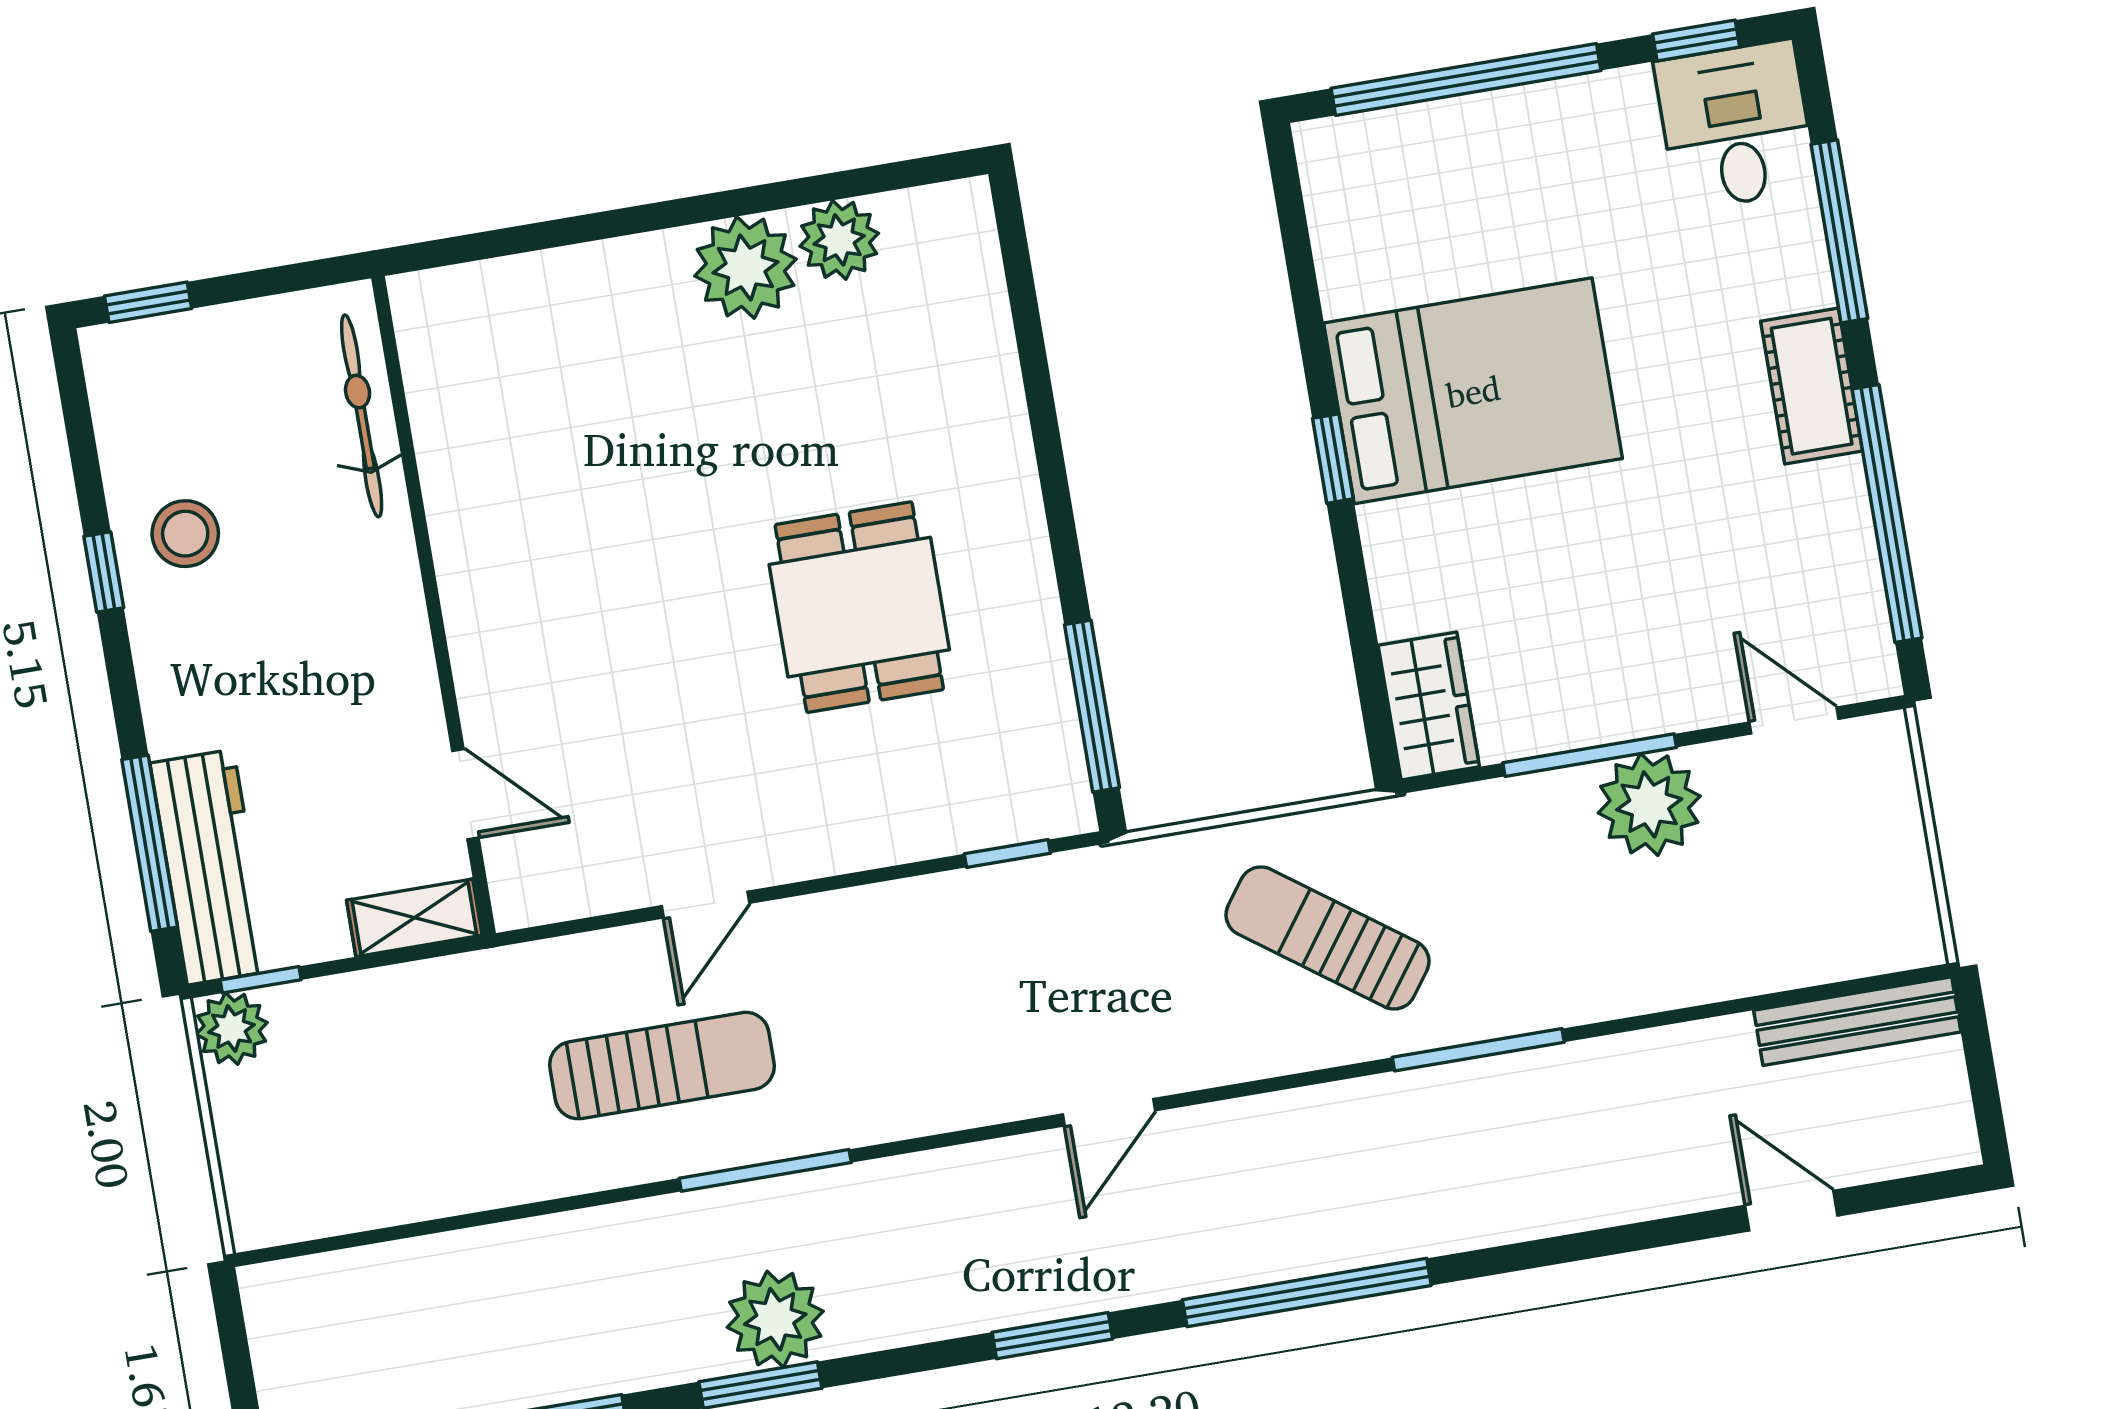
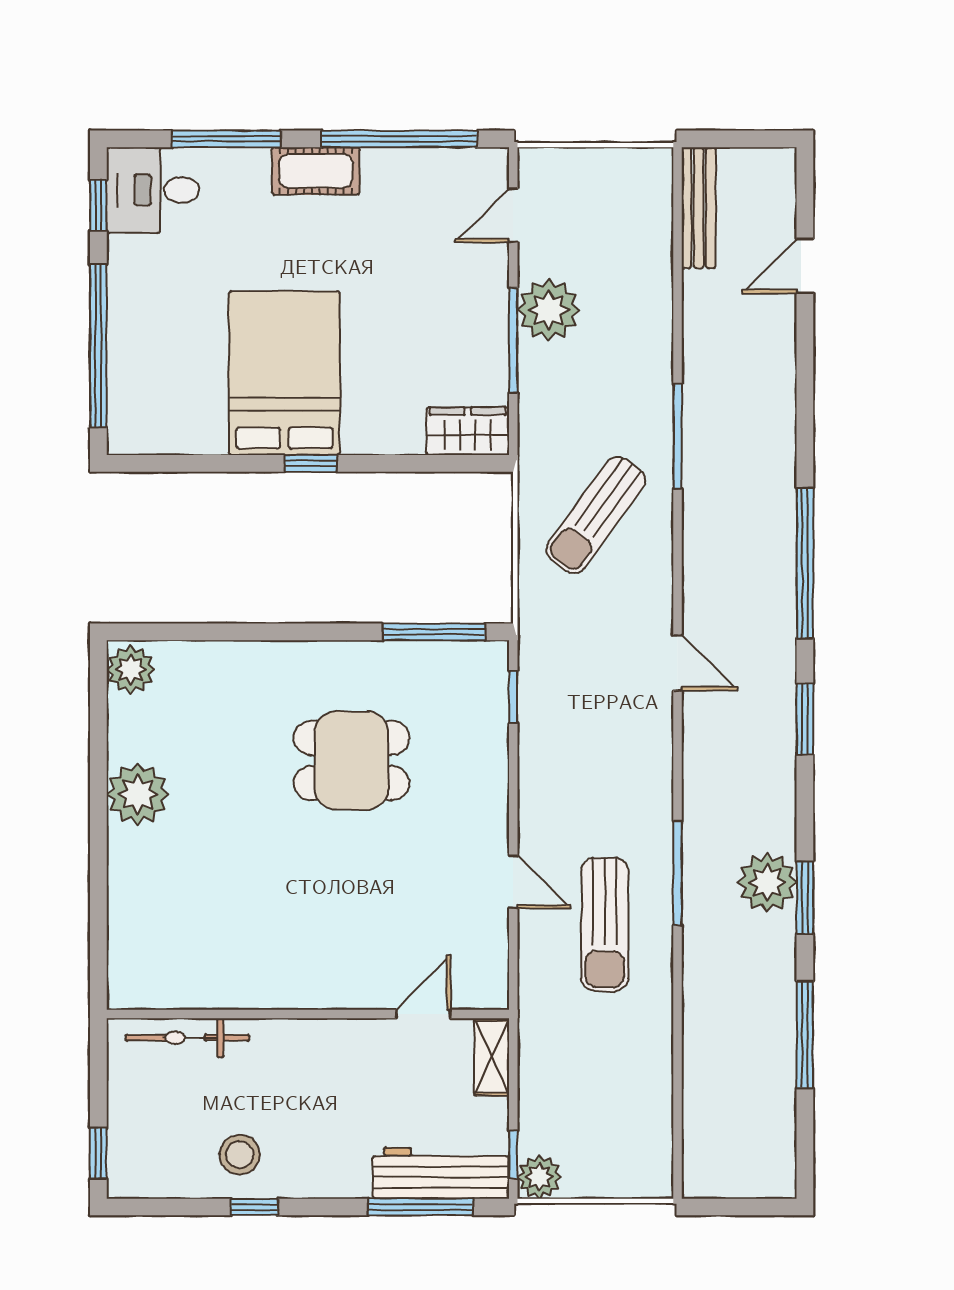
plant: (839, 240) -> (131, 670), moved
sun lounger: (662, 1066) -> (605, 924), turned 180

